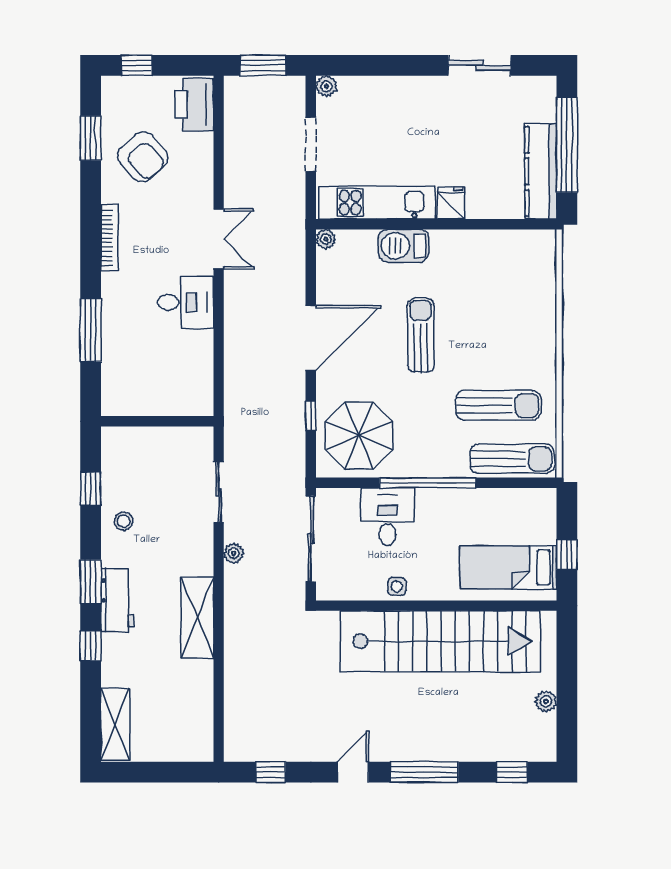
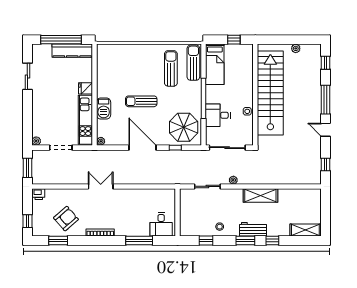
printer: (194, 104) -> (39, 194), width x0.53, depth x0.68
desk: (186, 302) -> (161, 224), moved, turned 180
bed: (508, 567) -> (215, 64), moved

